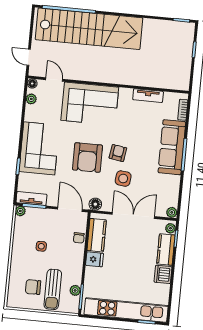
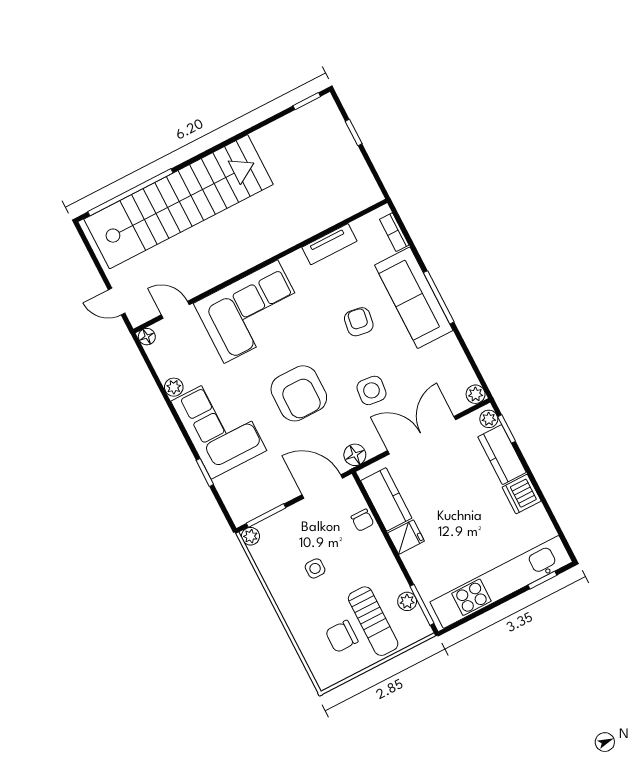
plant: (31, 99) -> (174, 387), moved
armchair: (118, 153) -> (359, 322), moved
tv unit: (31, 198) -> (255, 507), removed

